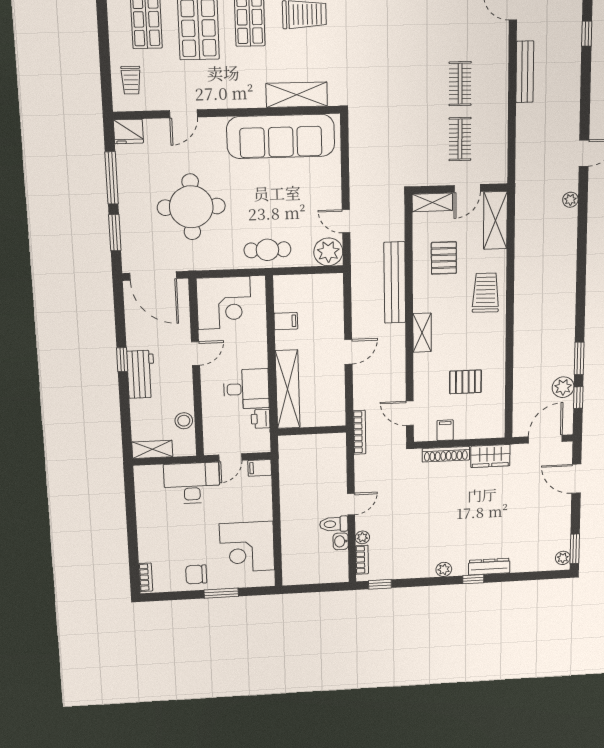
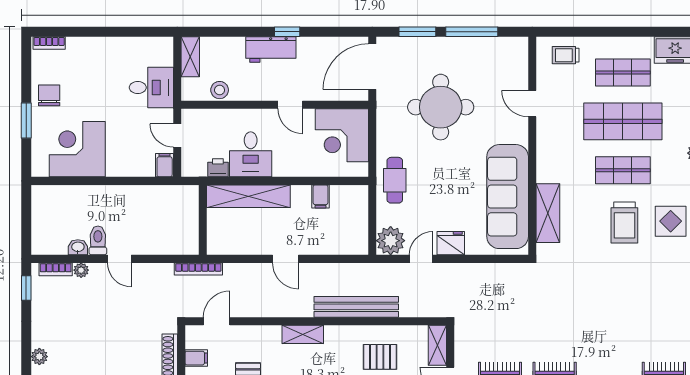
fridge: (128, 131) -> (451, 243), moved, turned 90
desk: (192, 483) -> (151, 88), width x0.73

